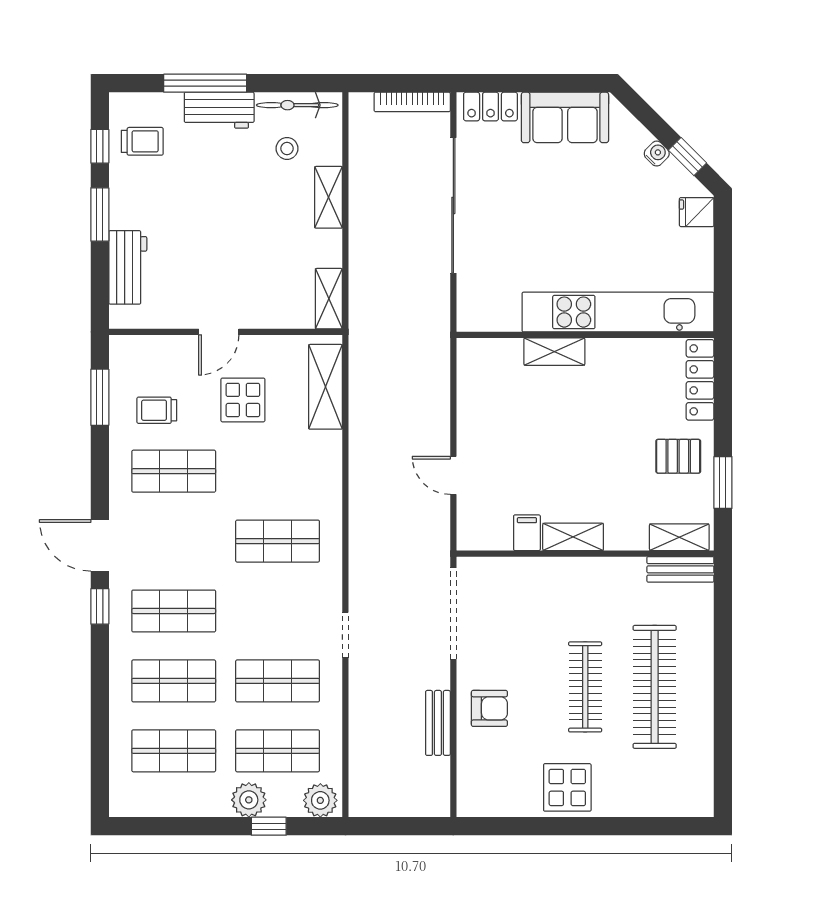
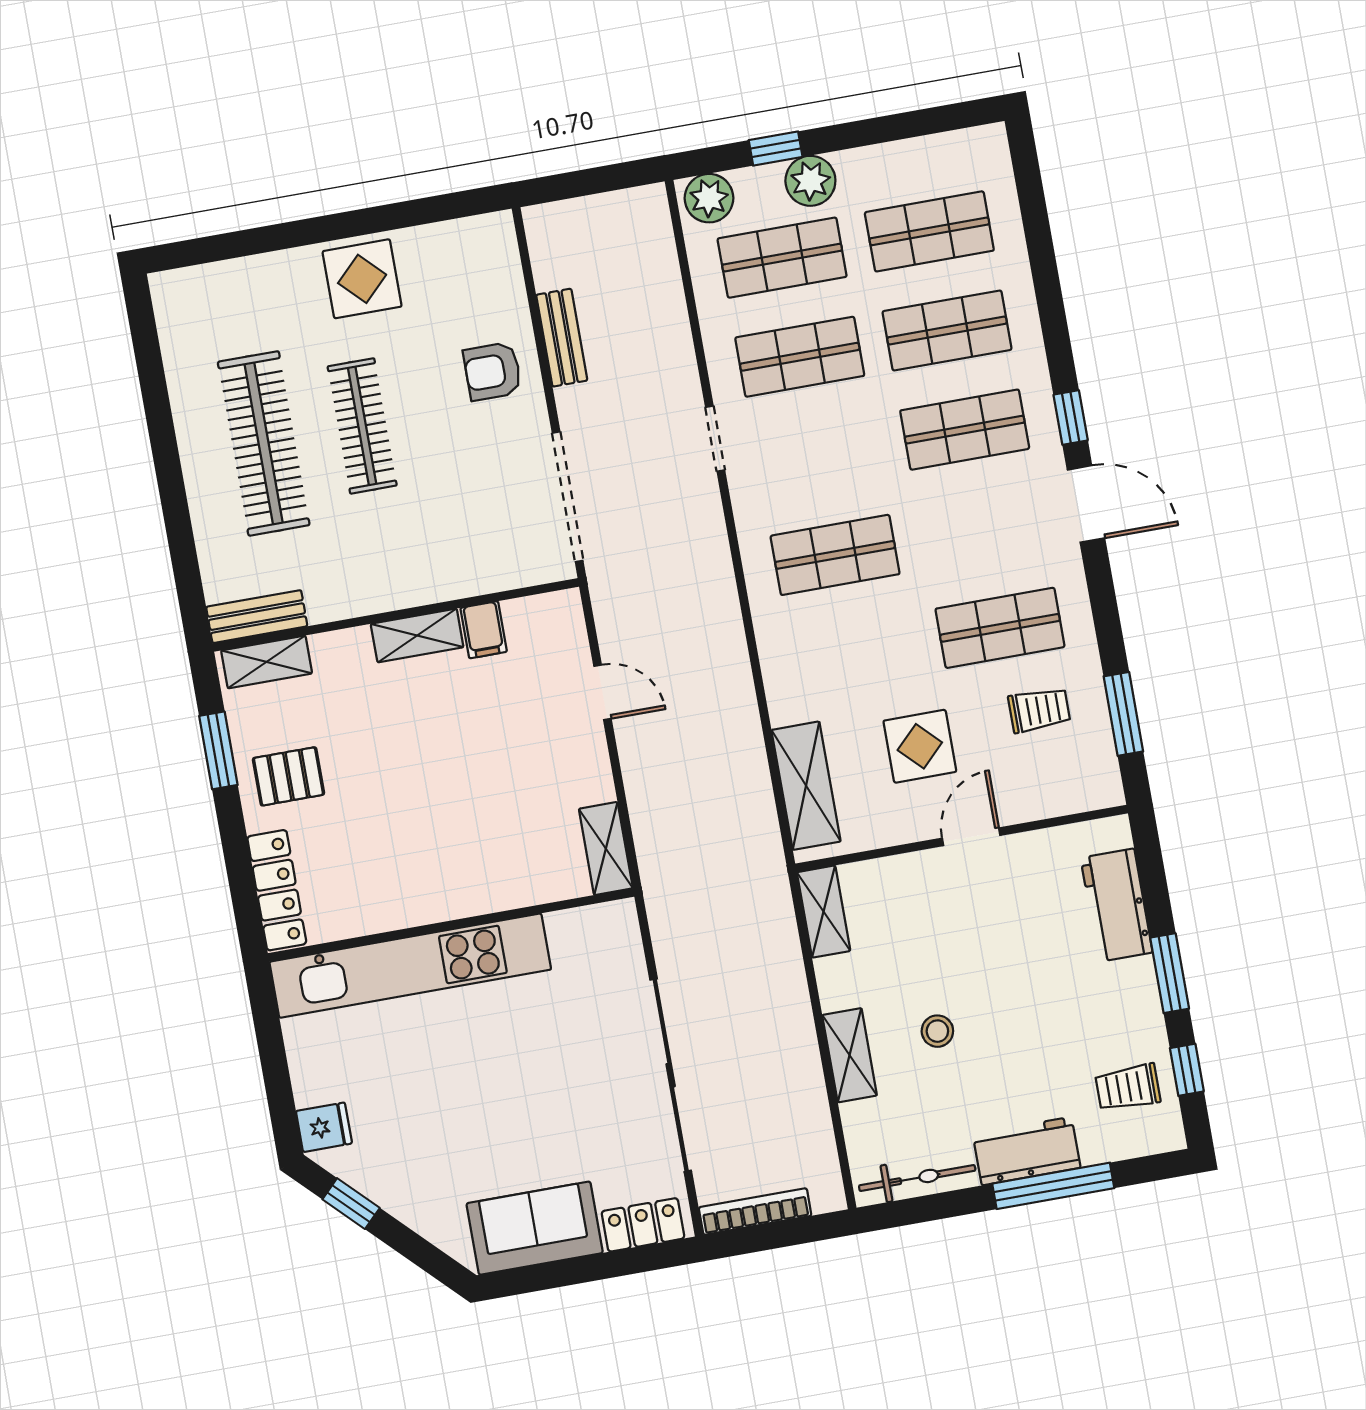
stool: (287, 148) -> (937, 1031), moved
water cooler: (657, 154) -> (395, 1200), removed
shelving: (554, 352) -> (606, 848), moved, turned 90

